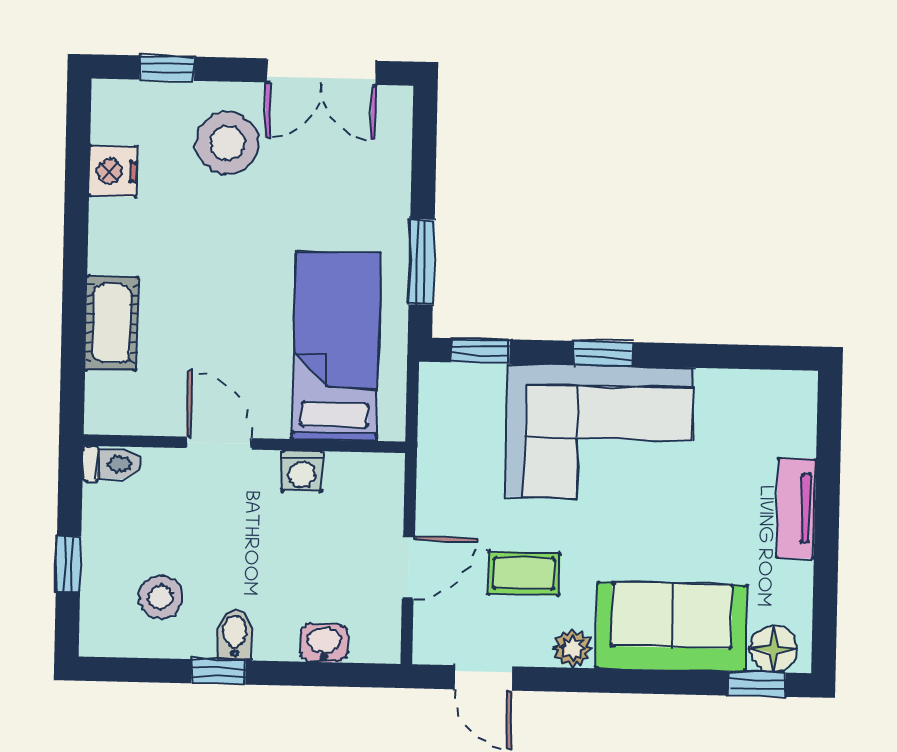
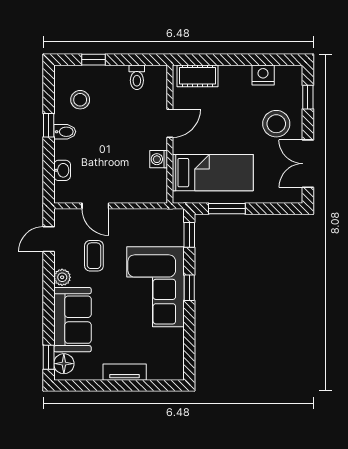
bed: (336, 346) -> (213, 173), moved
door: (219, 443) -> (170, 123), moved
wall: (244, 444) -> (170, 134), moved
washing machine: (302, 471) -> (159, 159), moved

